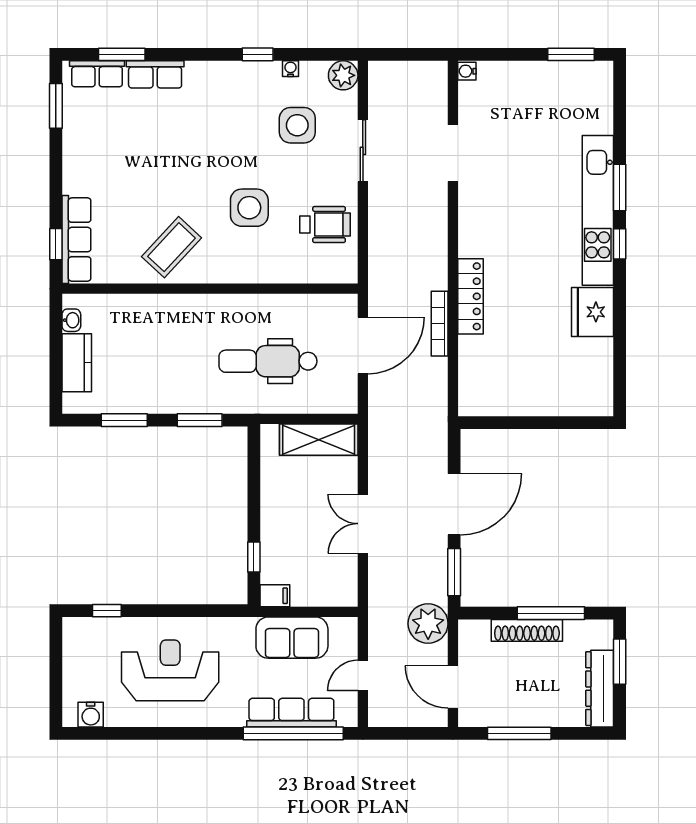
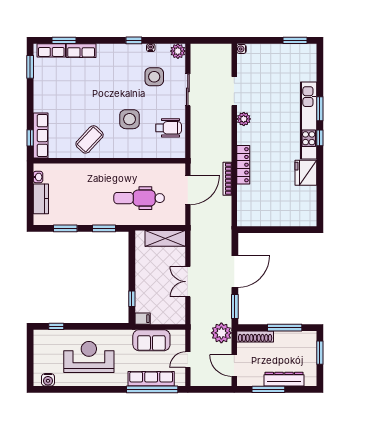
plant: (471, 207) -> (244, 119), added
shoe rack: (527, 630) -> (255, 336), moved
dresser: (600, 689) -> (284, 379), moved, turned 90

